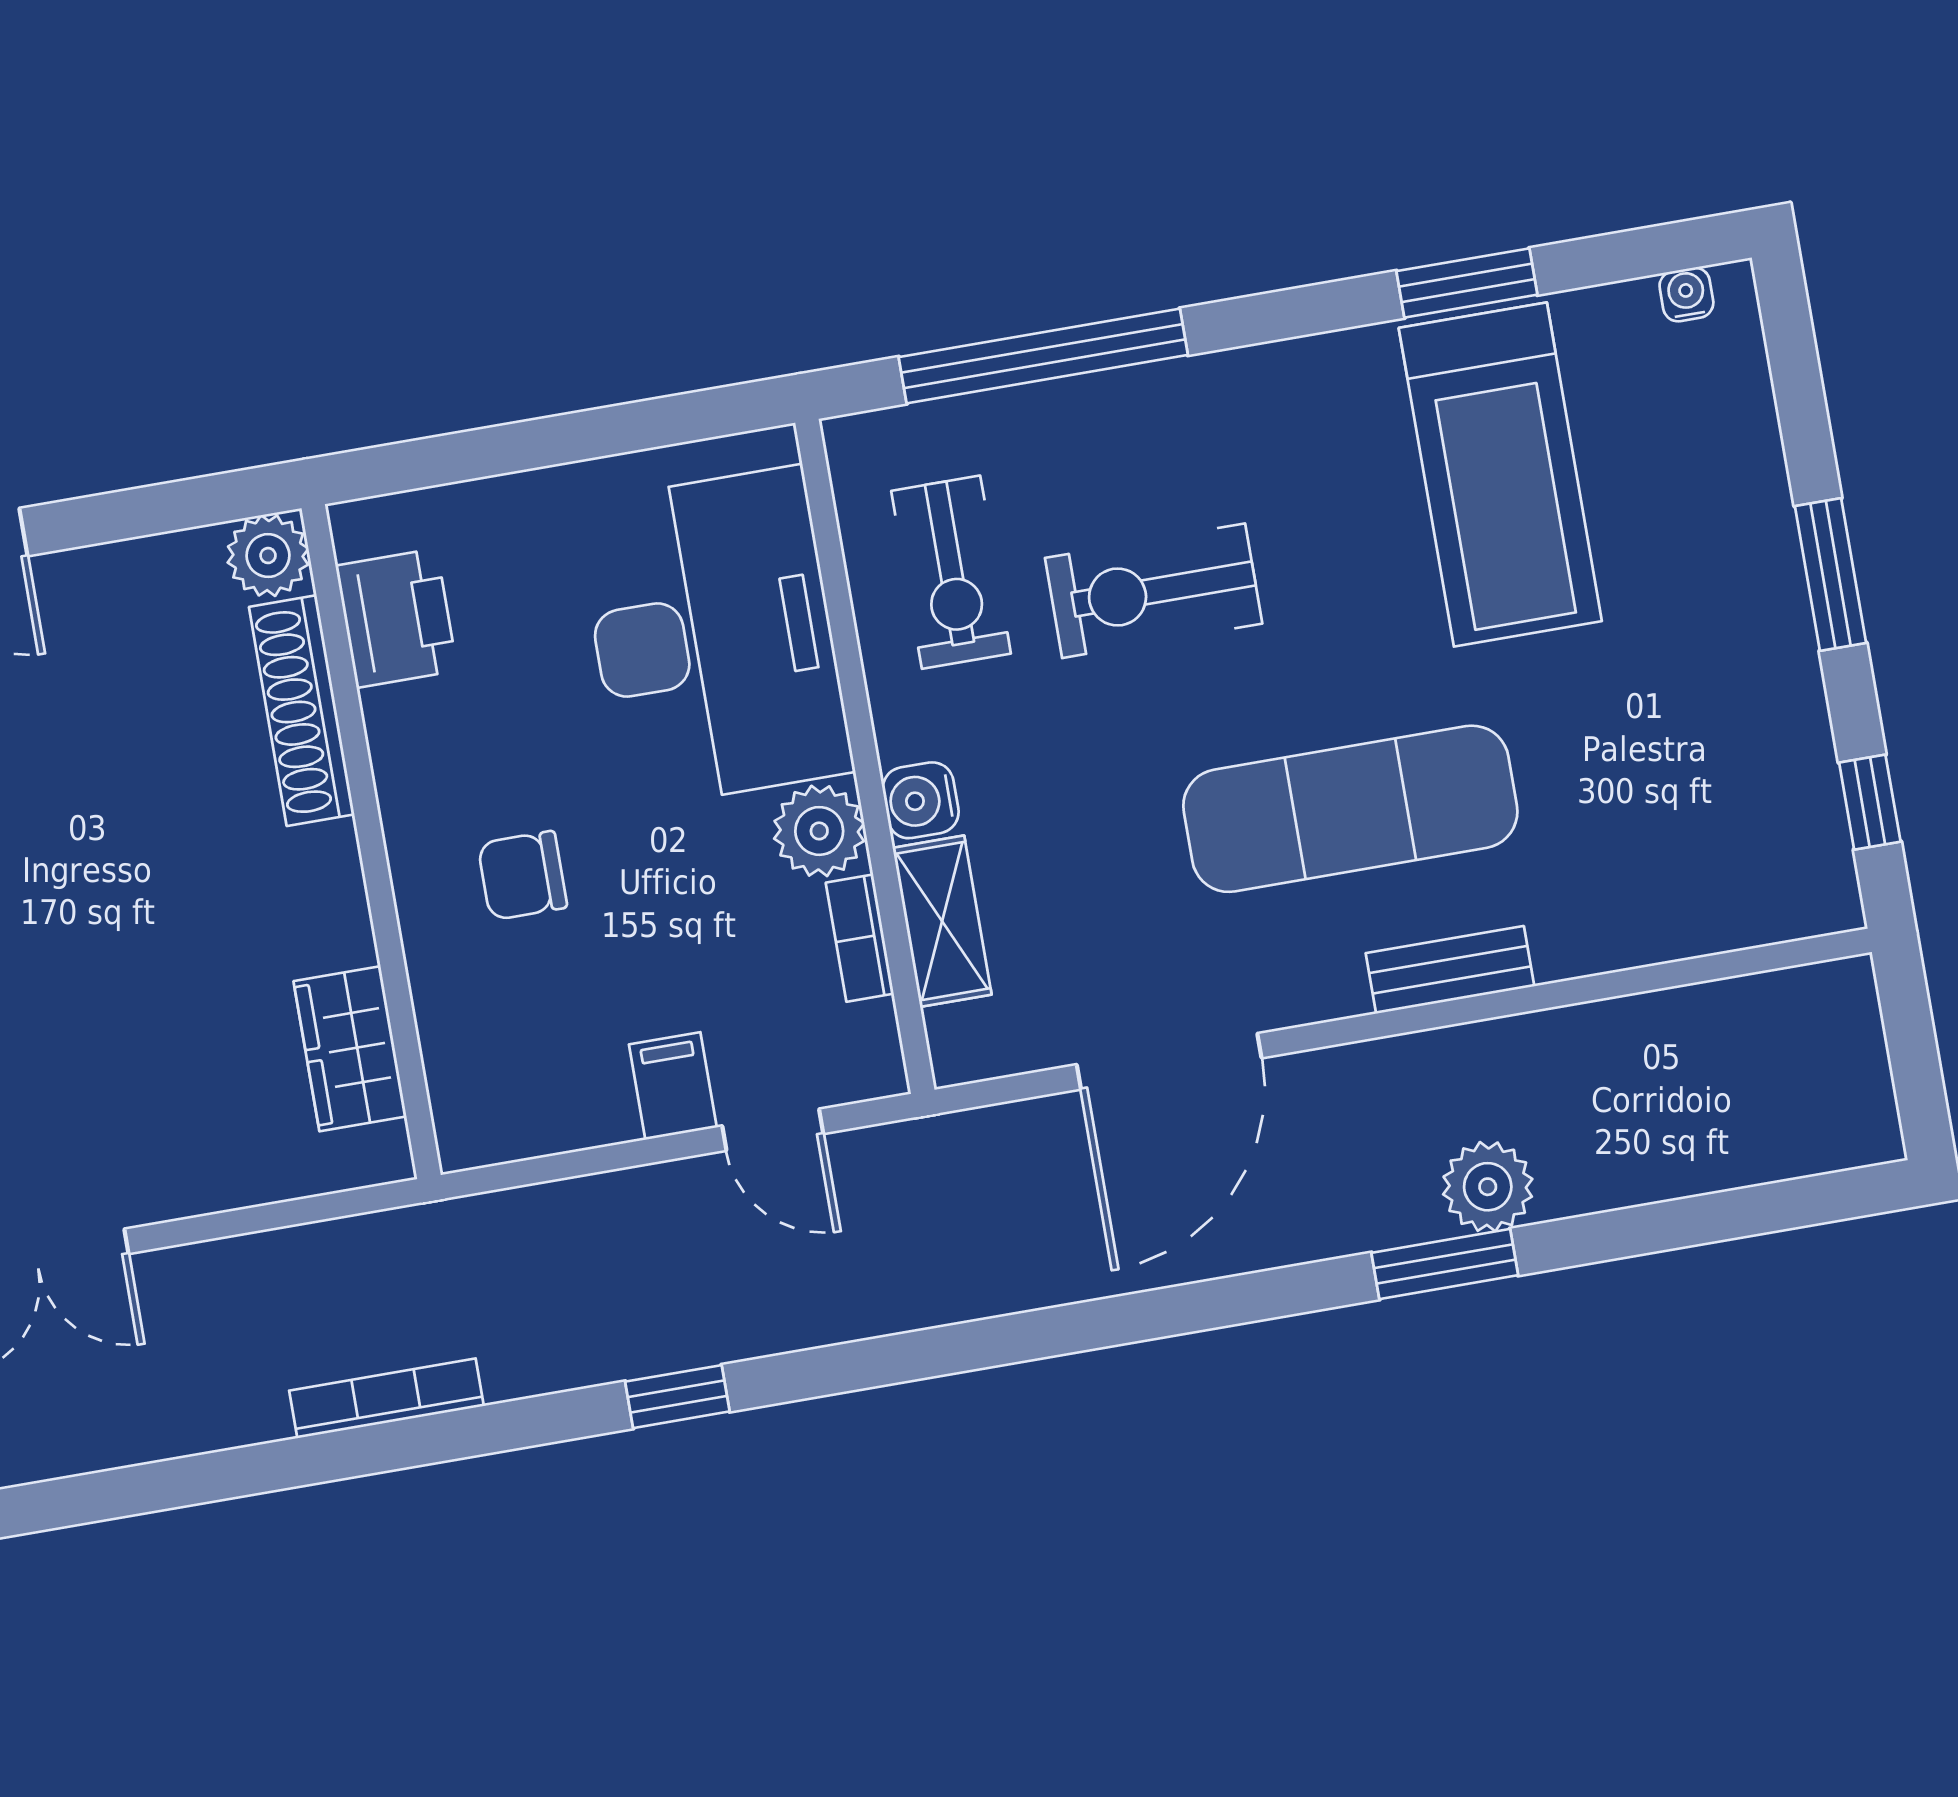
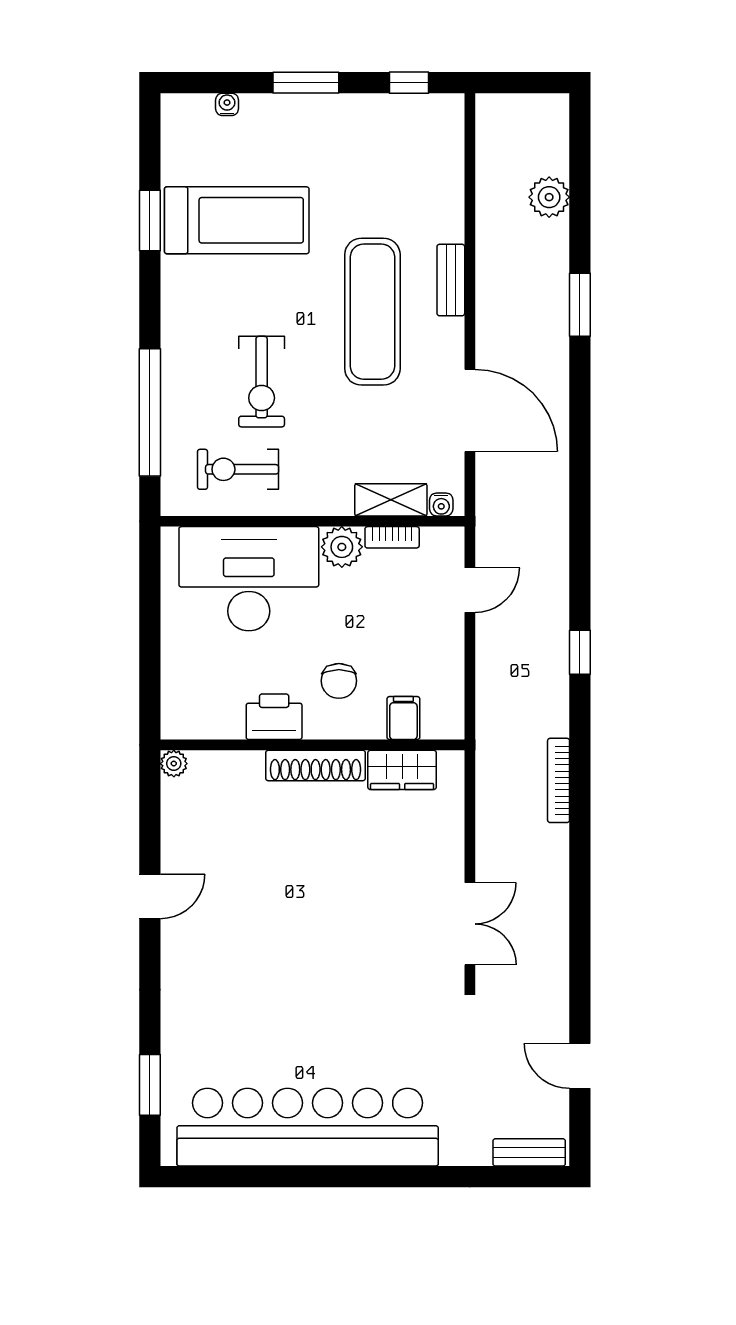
water cooler: (1686, 294) -> (227, 104), moved, turned 90
plant: (268, 556) -> (174, 764), width x0.73, depth x0.73
exercise bike: (951, 572) -> (238, 469), turned 180
printer: (397, 618) -> (274, 717), moved
shoe rack: (302, 711) -> (316, 766), moved
water cooler: (921, 800) -> (441, 504), moved, width x0.72, depth x0.72
filing cabinet: (673, 1086) -> (403, 718), moved, turned 90
plant: (1488, 1187) -> (549, 197), moved

